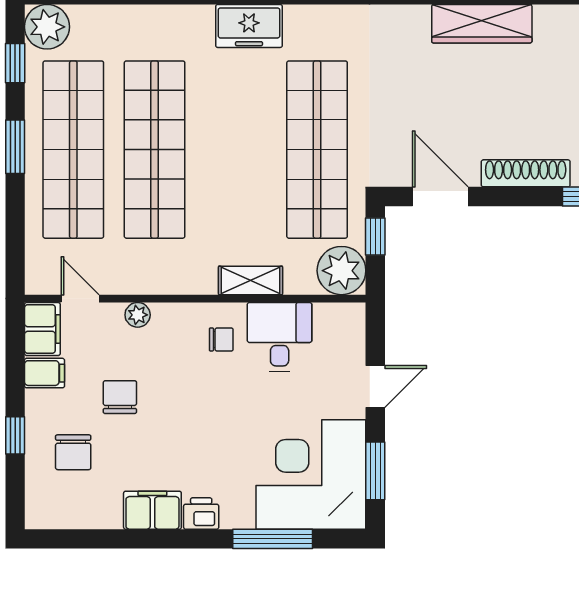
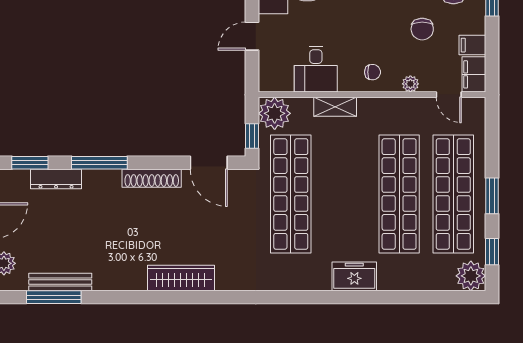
freezer: (249, 26) -> (354, 276), moved
chair: (221, 339) -> (373, 72), moved, turned 180

